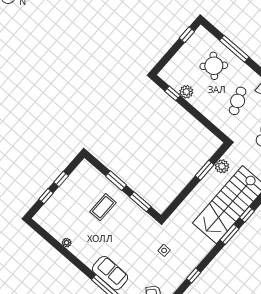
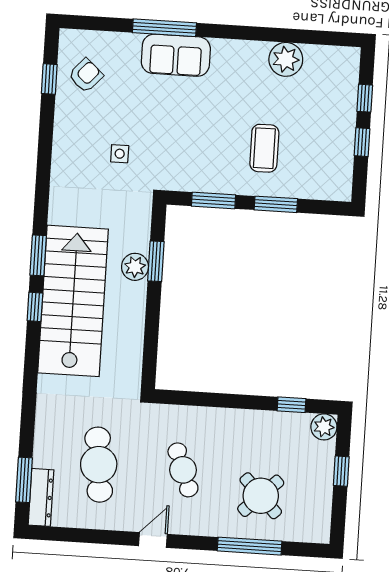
window: (187, 35) -> (341, 471), moved
plant: (186, 92) -> (324, 427), moved
plant: (222, 166) -> (135, 267), moved
window: (205, 170) -> (156, 261), moved
plant: (67, 243) -> (286, 59), width x1.88, depth x1.88
window: (194, 276) -> (45, 150), removed

